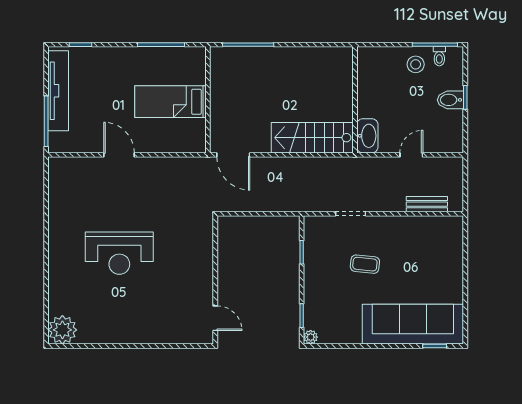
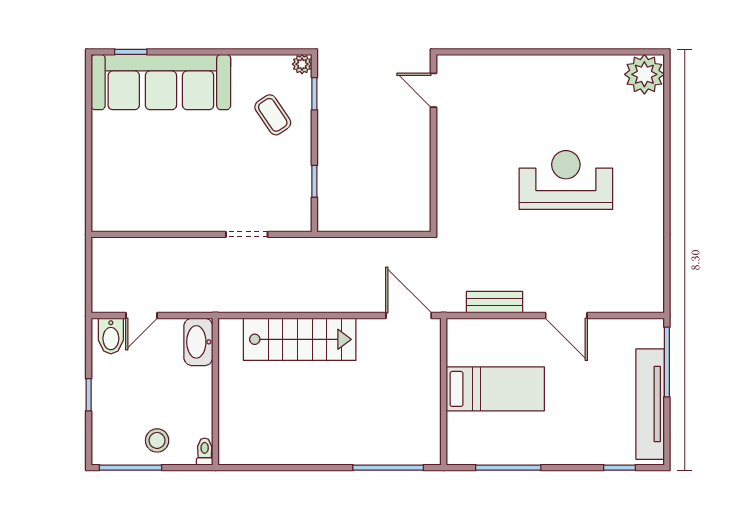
toilet: (439, 56) -> (205, 452), moved
wall: (355, 100) -> (215, 392), moved
bidet: (450, 100) -> (111, 336), moved, turned 90
washbasin: (367, 136) -> (198, 342), moved
door: (411, 155) -> (142, 316), moved
bench: (427, 204) -> (495, 302), moved
coffee table: (365, 264) -> (273, 115), moved, turned 50

